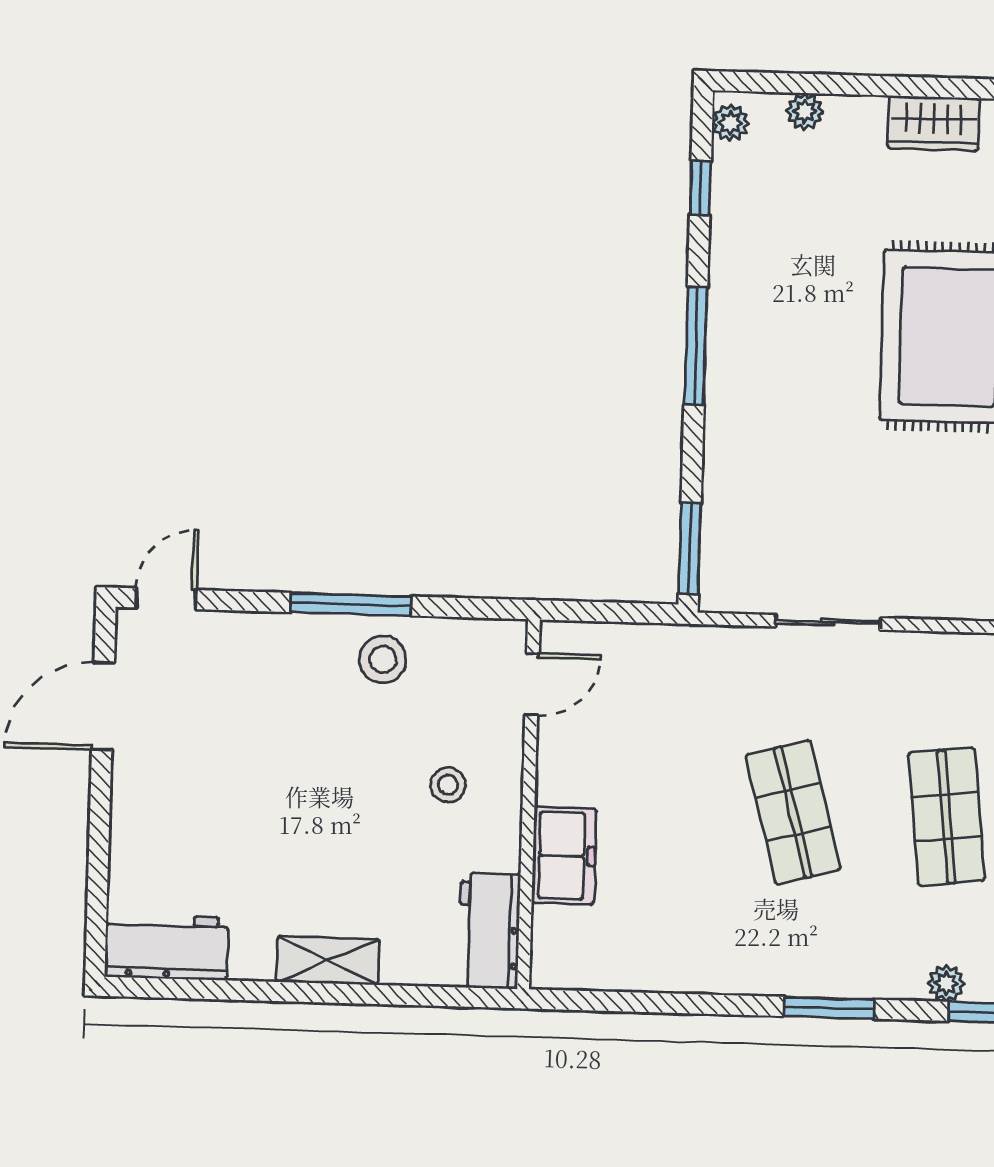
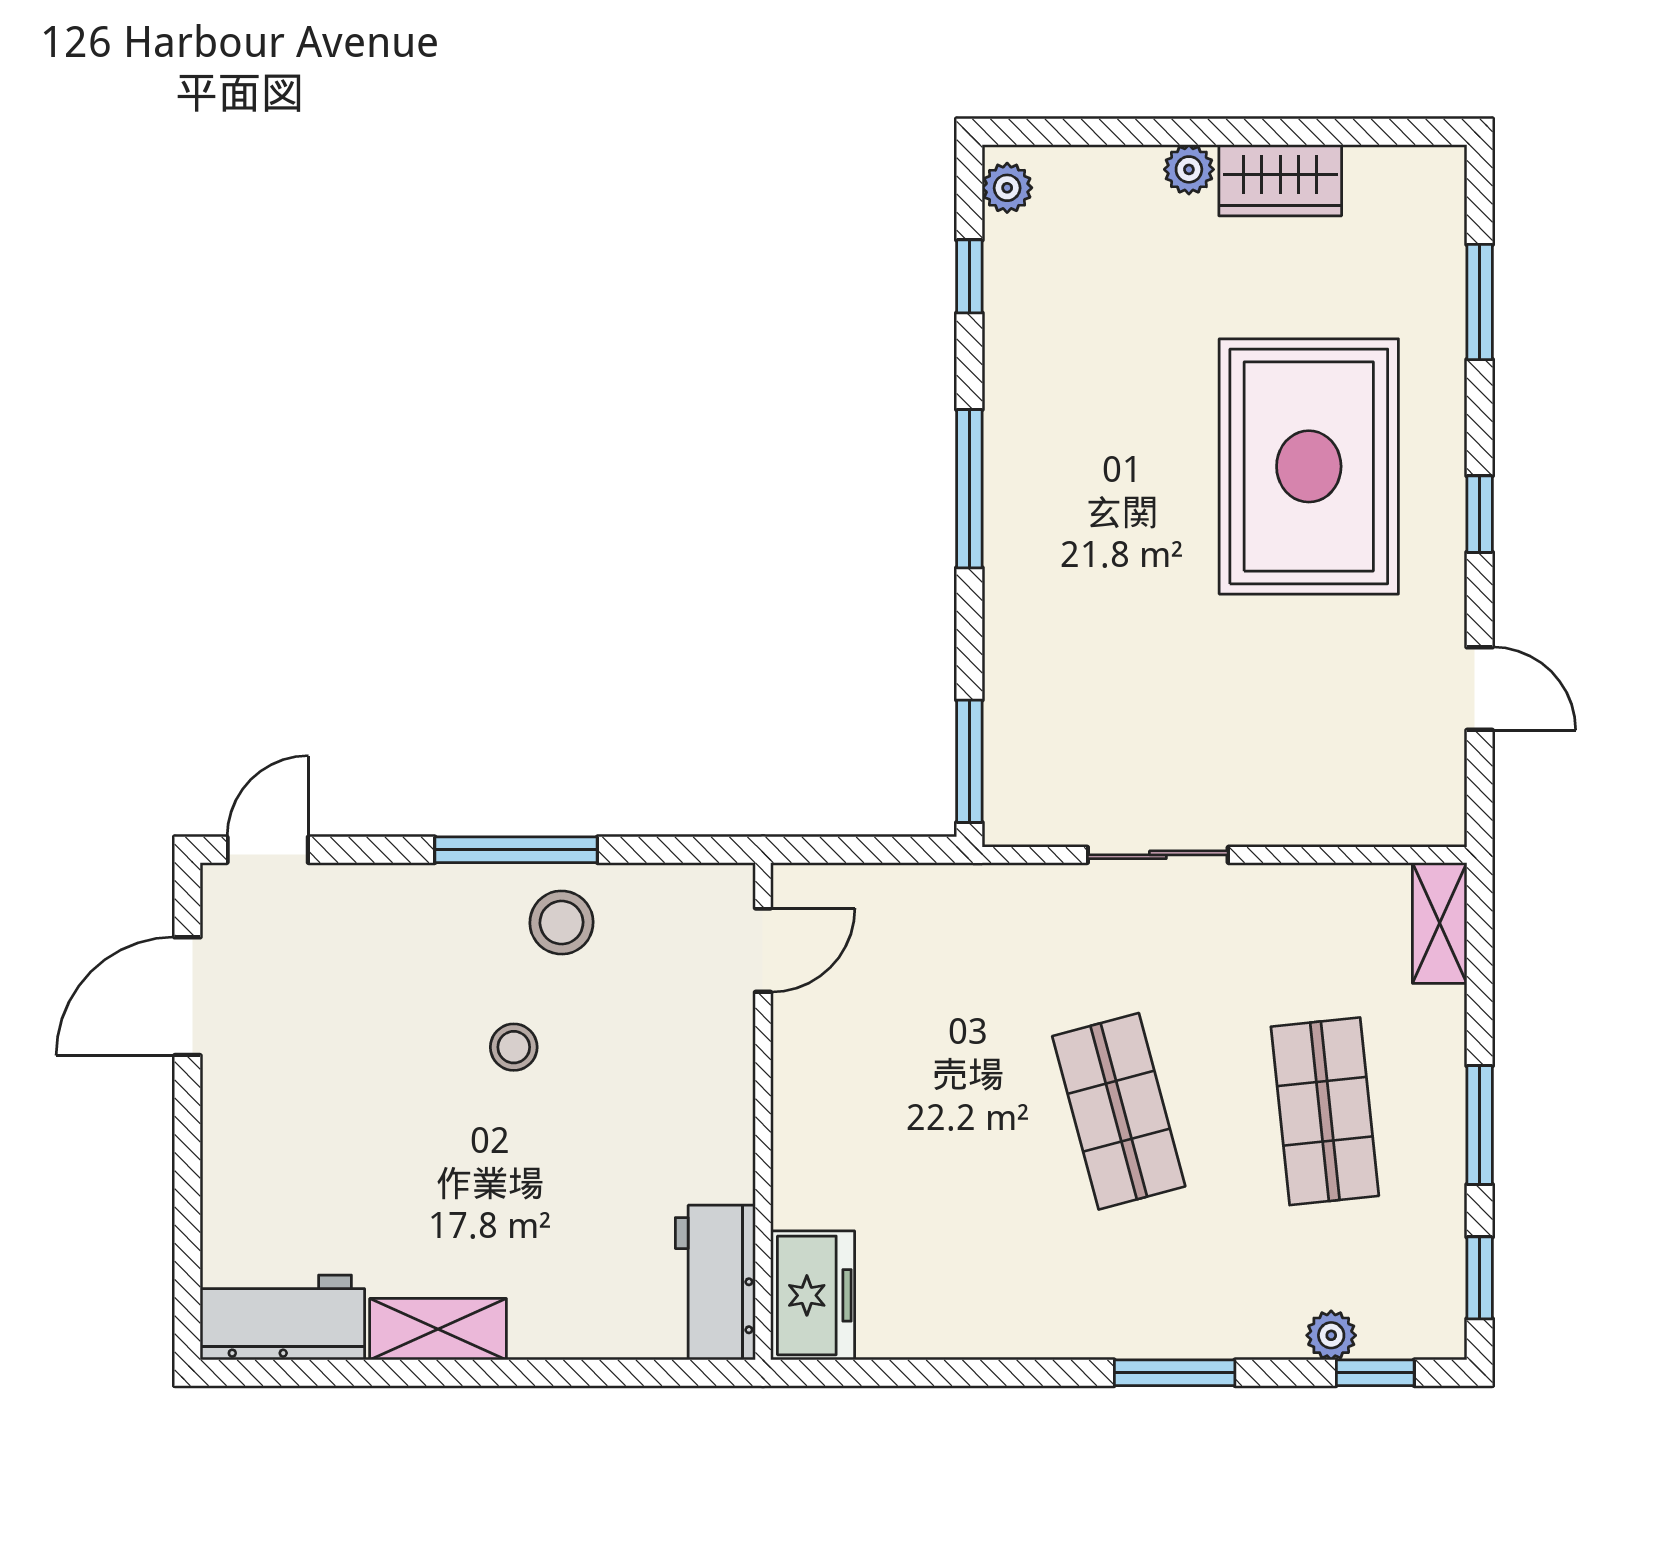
plant: (805, 111) -> (1189, 169), moved
stool: (448, 785) -> (514, 1047), moved
freezer: (564, 856) -> (813, 1295), moved
shelving: (328, 961) -> (438, 1329), moved

